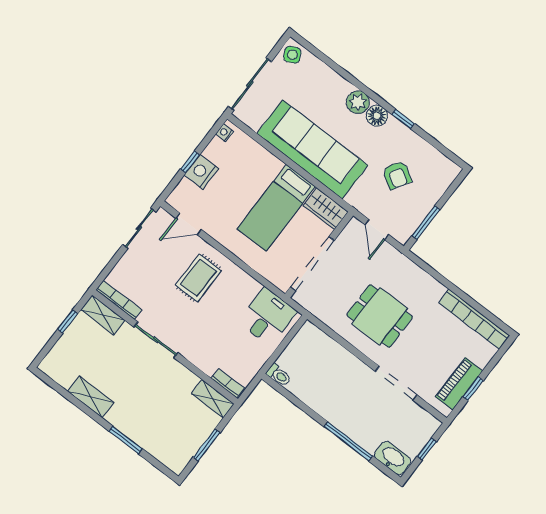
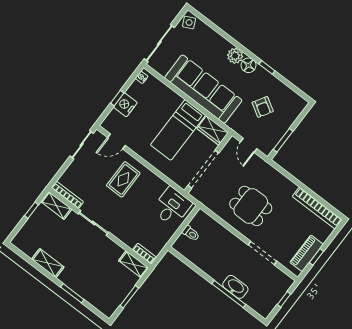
toilet: (279, 375) -> (191, 233), moved
washbasin: (393, 458) -> (235, 287), moved

